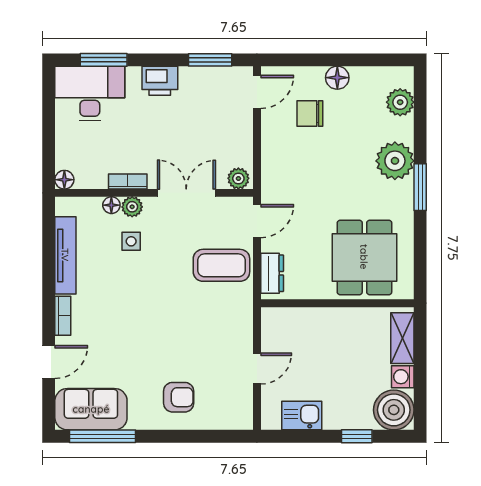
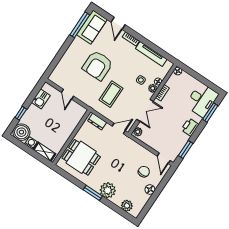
door: (257, 221) -> (119, 128), swing flipped
coffee table: (221, 265) -> (111, 94), moved
armchair: (179, 397) -> (98, 65), moved, width x1.88, depth x1.88

